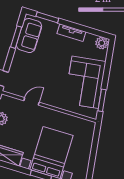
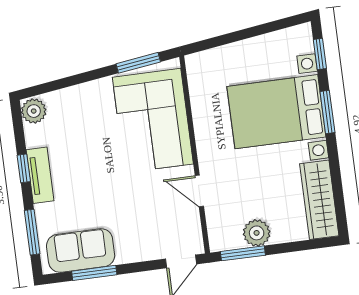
window: (78, 27) -> (24, 168), added
corner sofa: (85, 82) -> (153, 121), moved, turned 98

